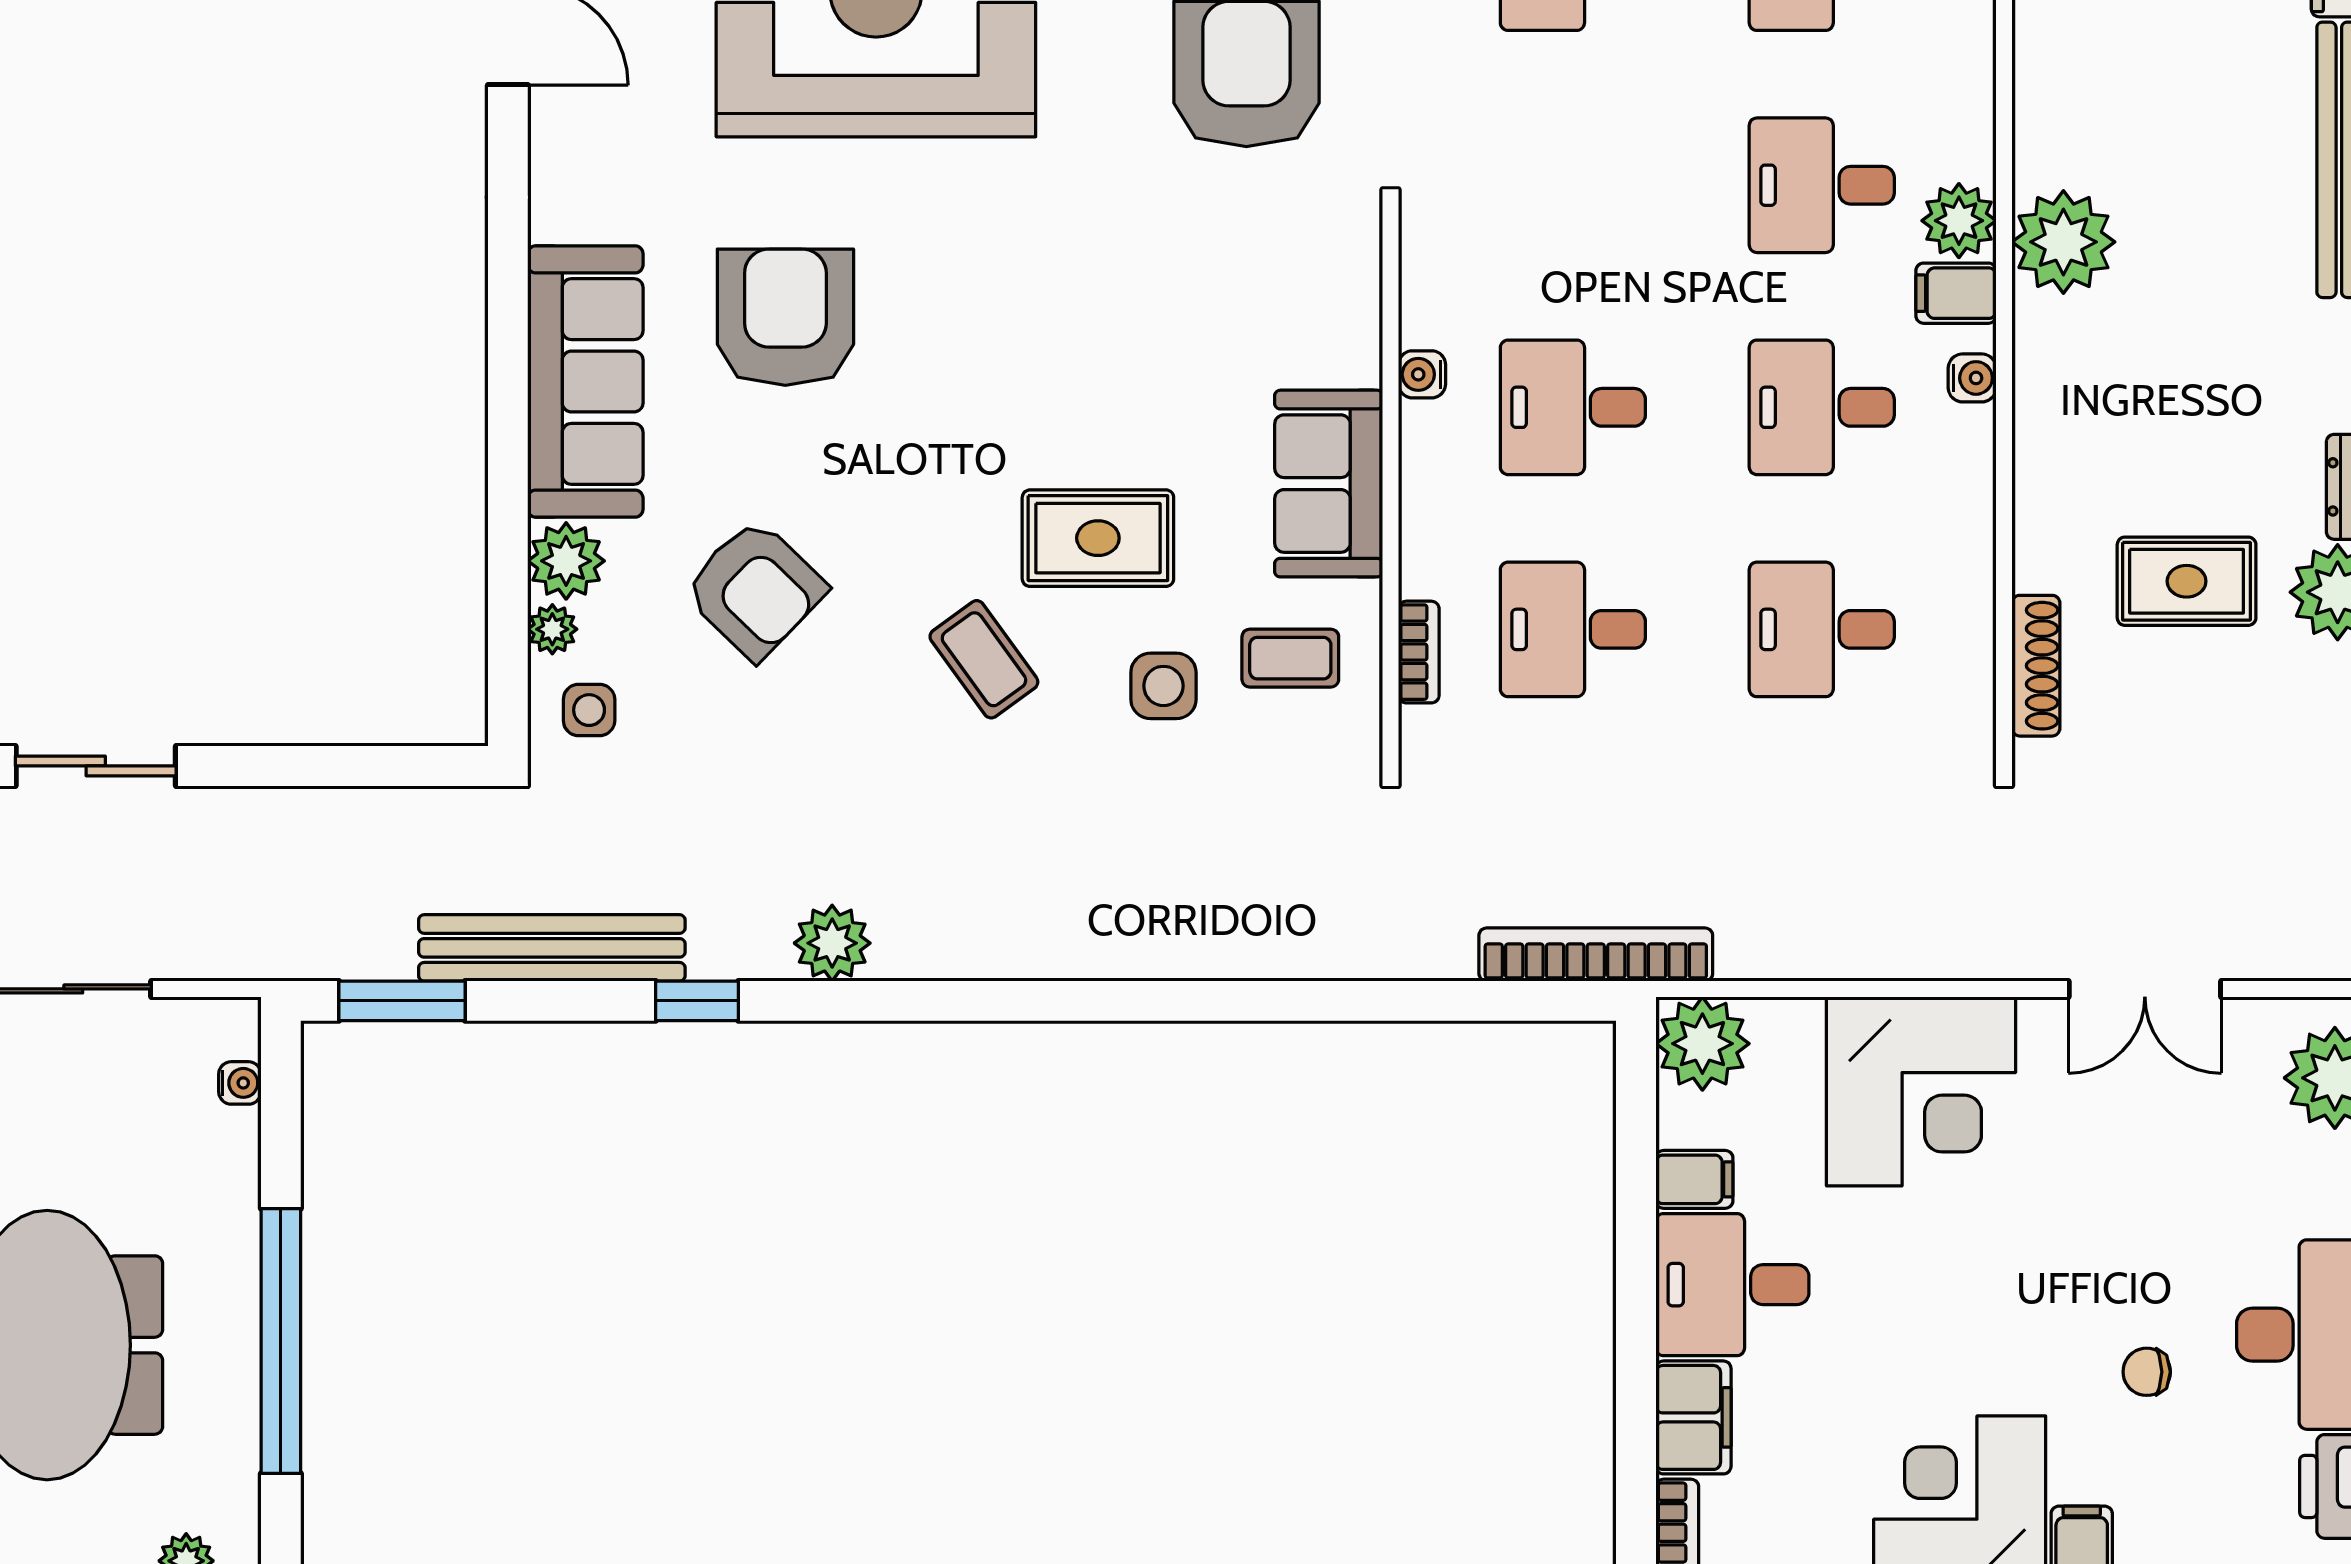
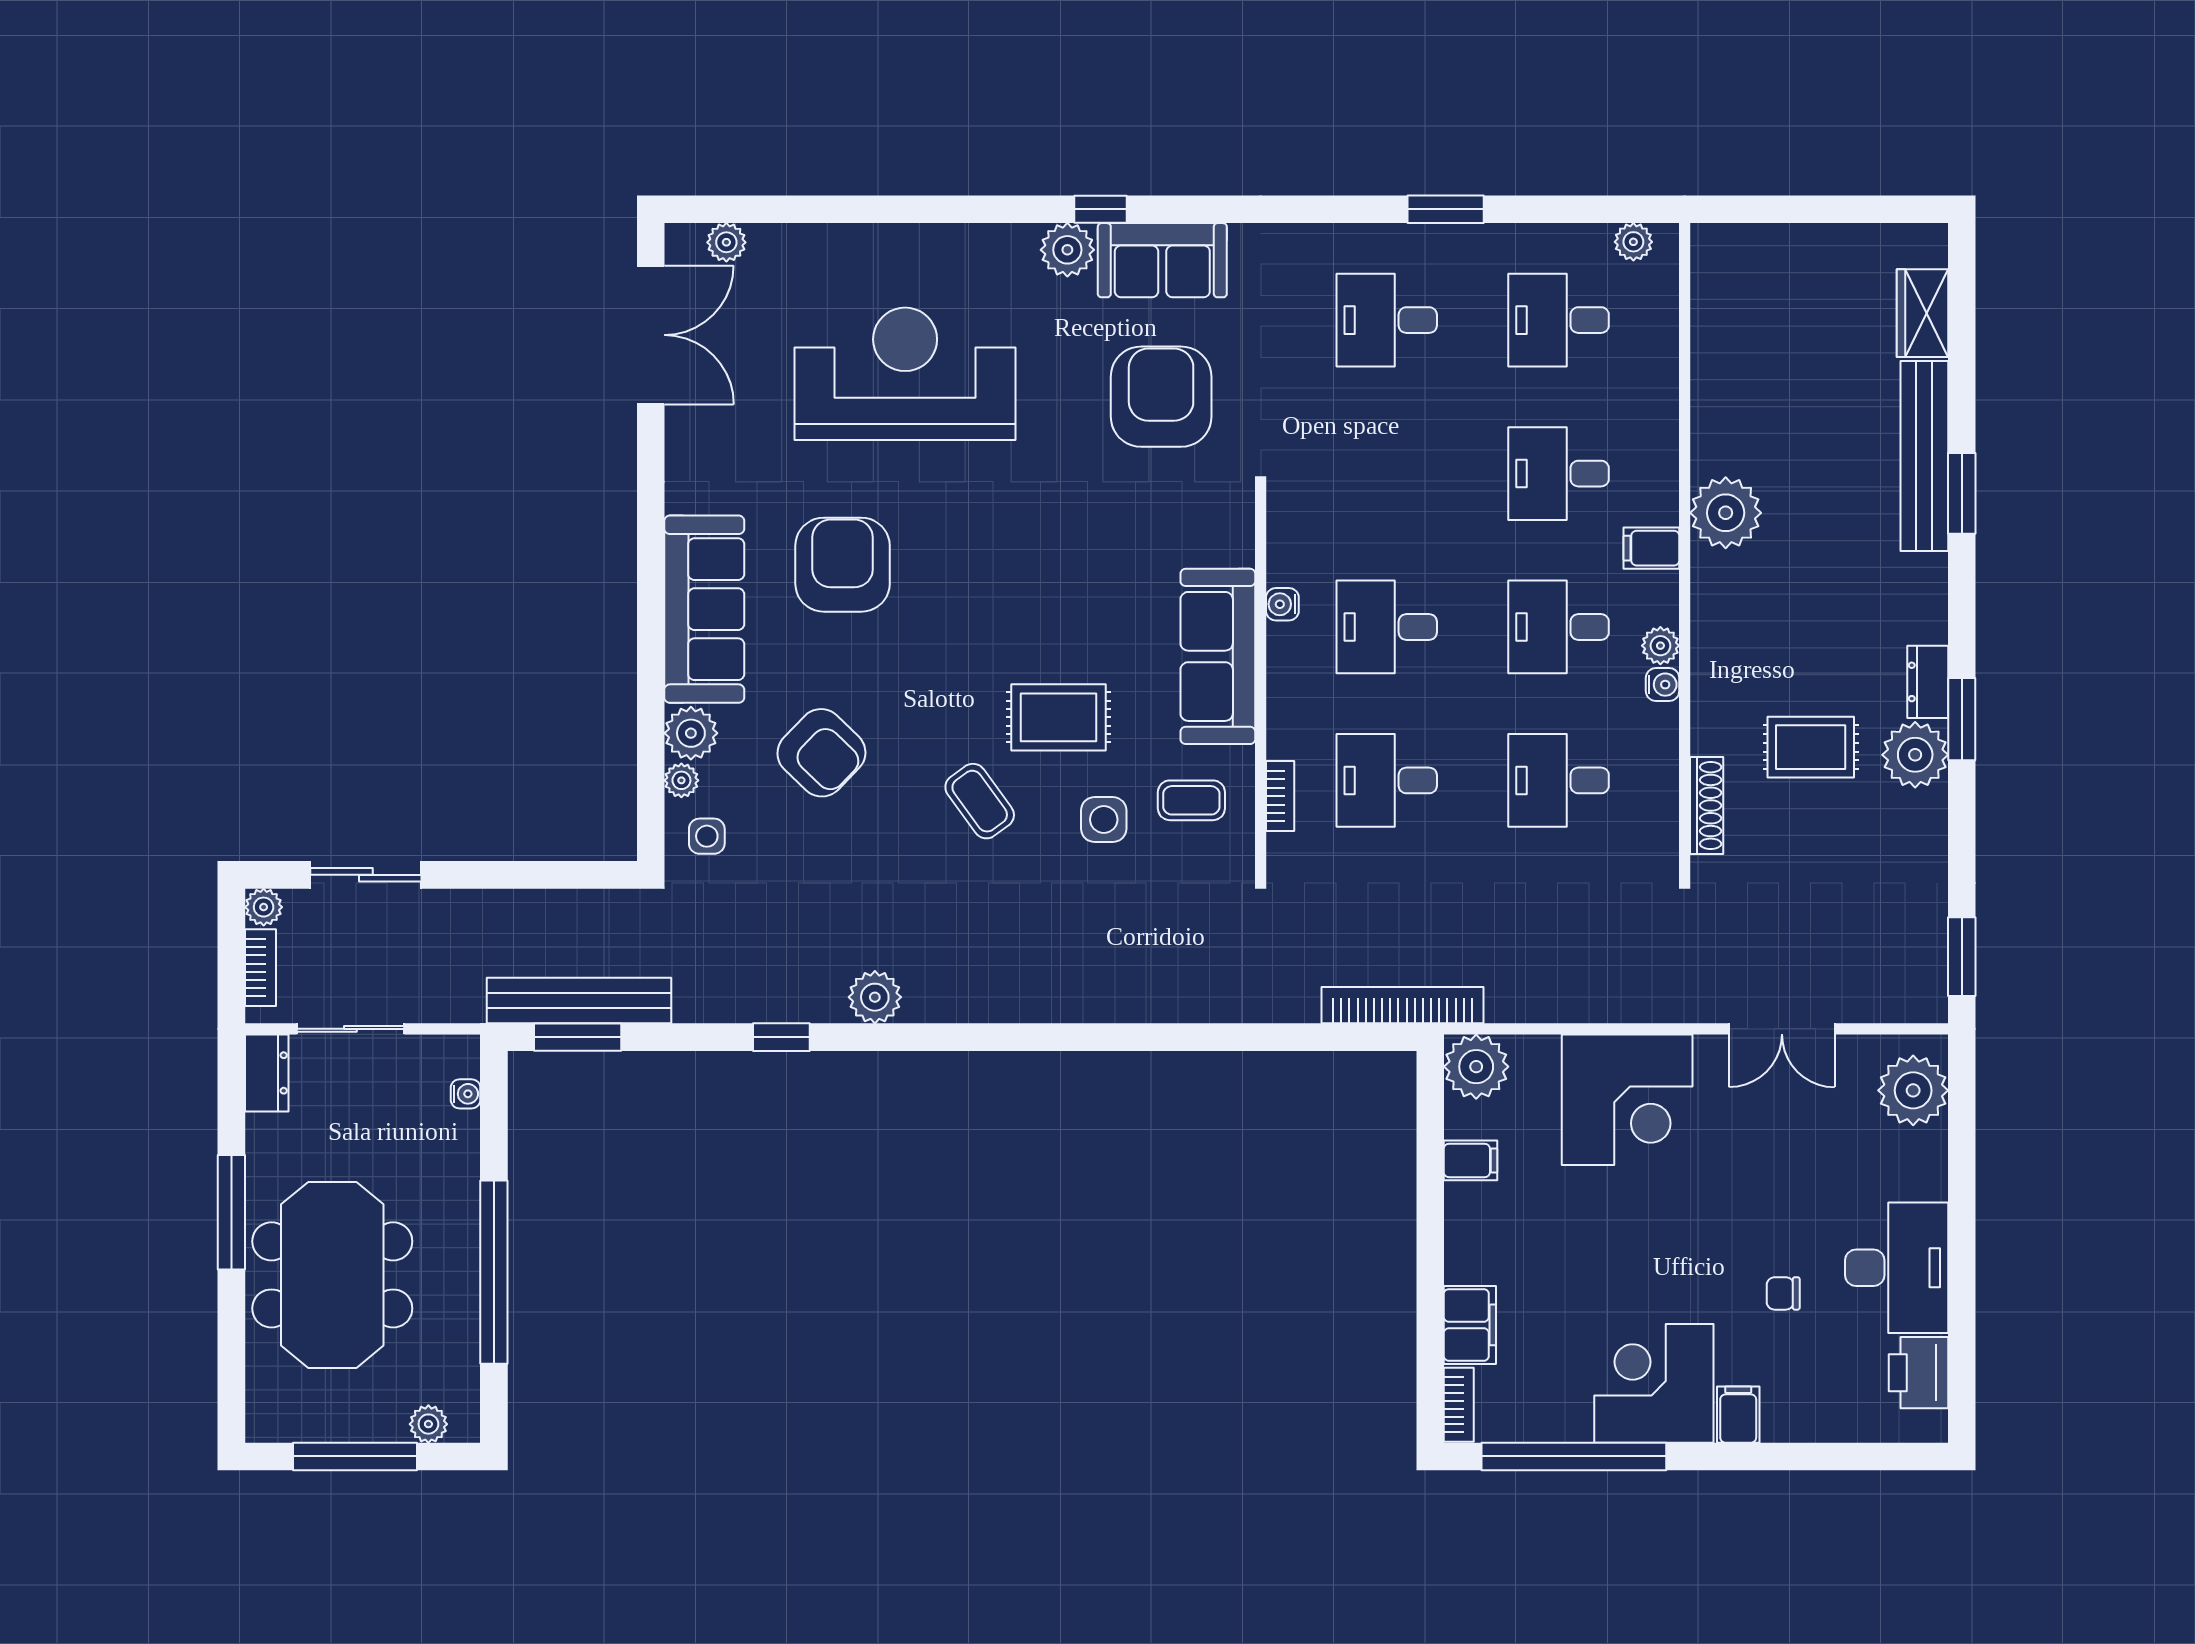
plant: (1959, 221) -> (1660, 646), moved, width x0.73, depth x0.73
water cooler: (1972, 378) -> (1663, 685), moved
sofa: (1329, 484) -> (1218, 656), width x1.36
bench: (552, 948) -> (579, 1001), moved
desk: (1732, 1285) -> (1497, 1233), removed

